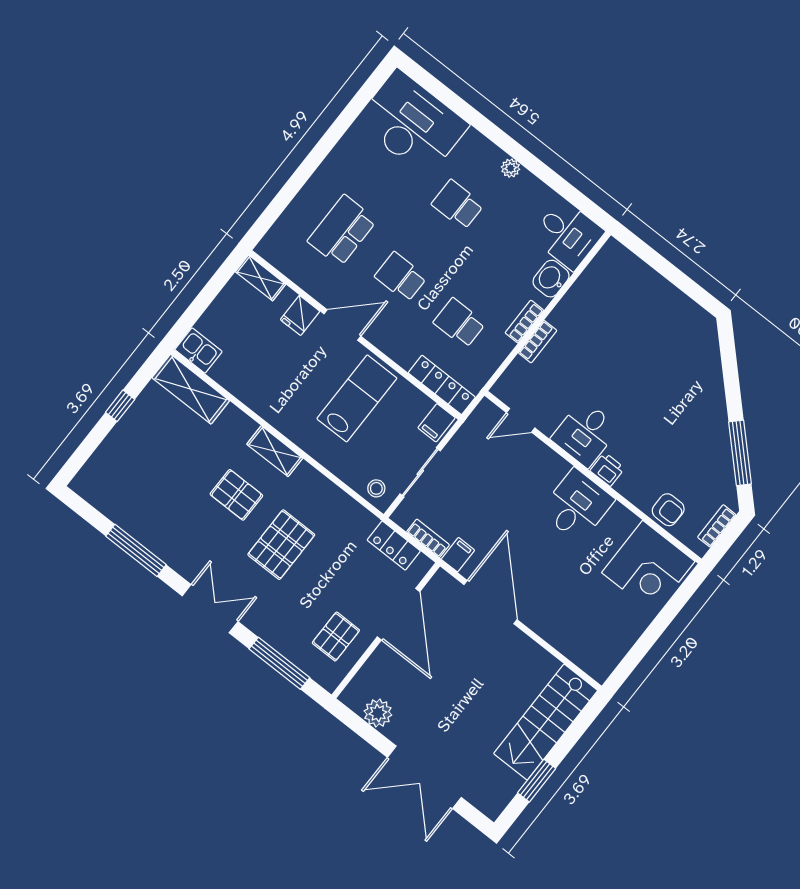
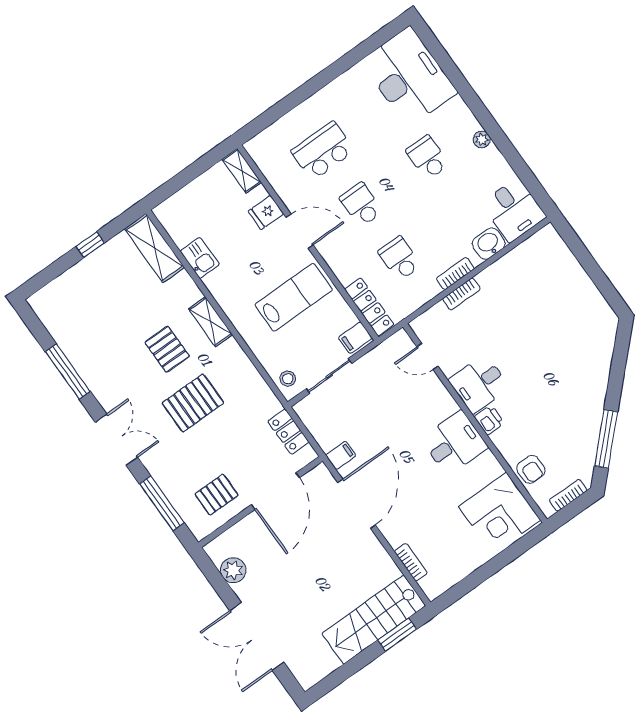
kitchen sink: (198, 351) -> (200, 258), moved
bookcase: (428, 538) -> (411, 562), moved
window: (537, 781) -> (397, 635), moved

